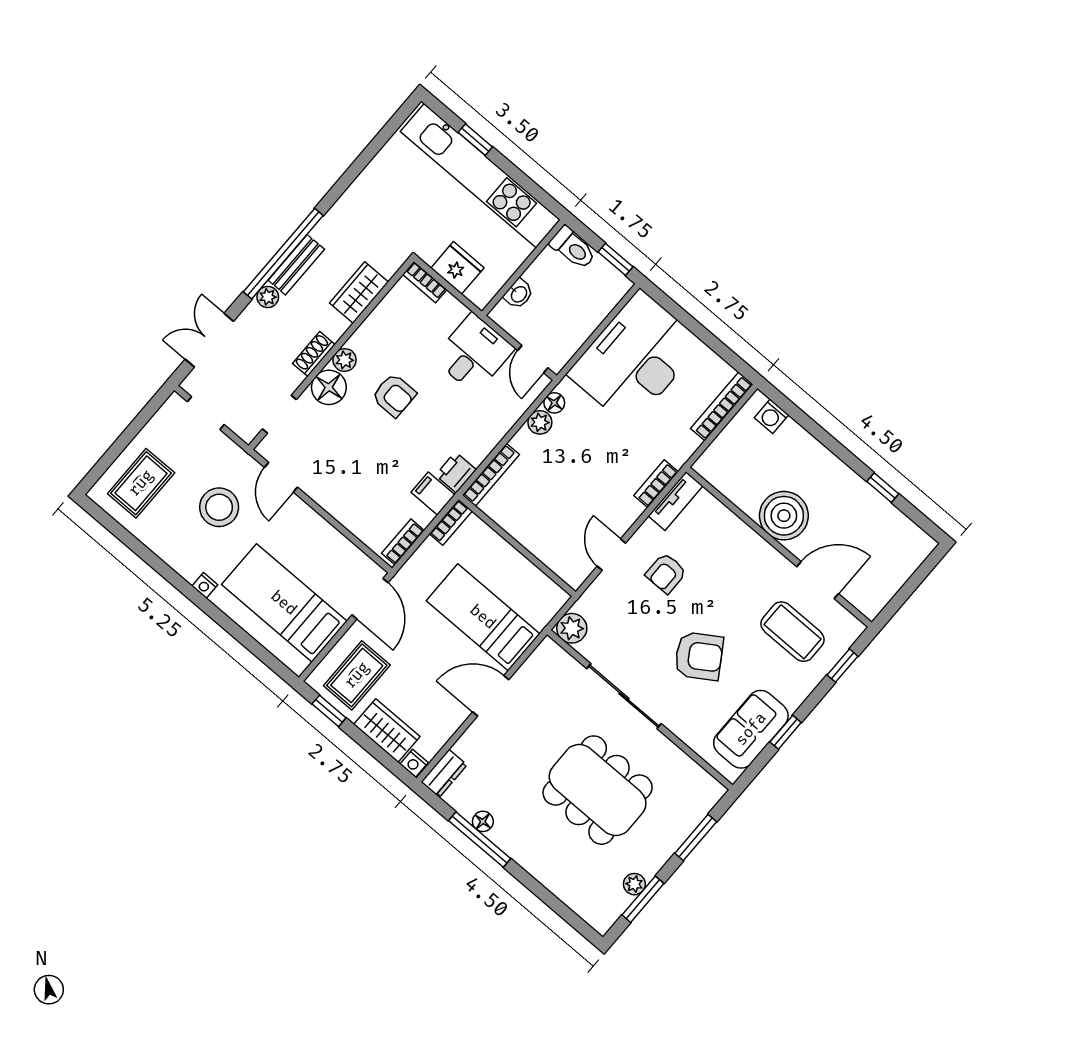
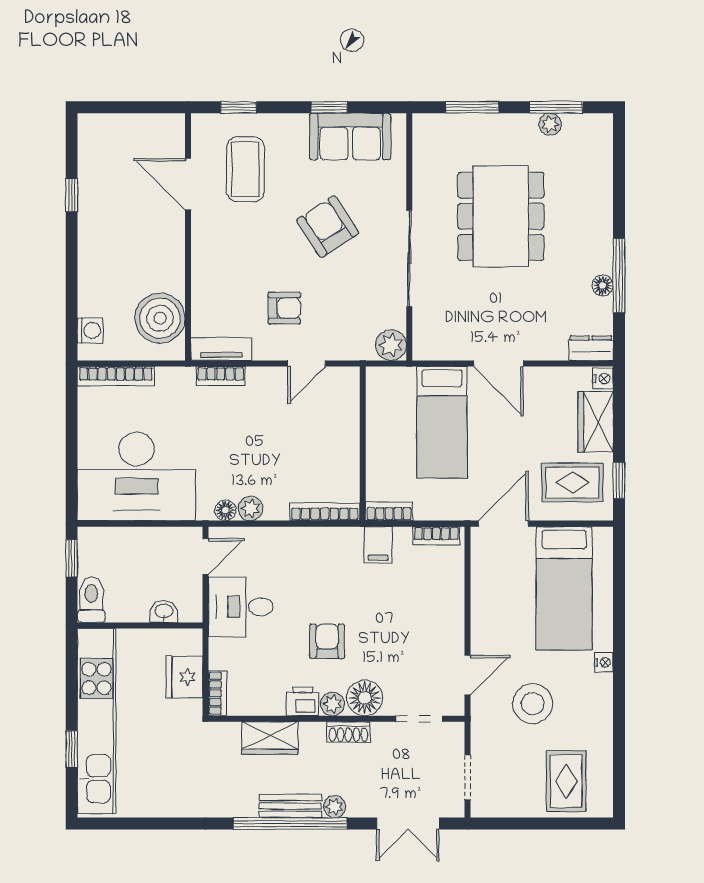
printer: (456, 472) -> (303, 701), moved, turned 180
rug: (141, 483) -> (566, 781), turned 90
boiler: (784, 516) -> (160, 318), moved

